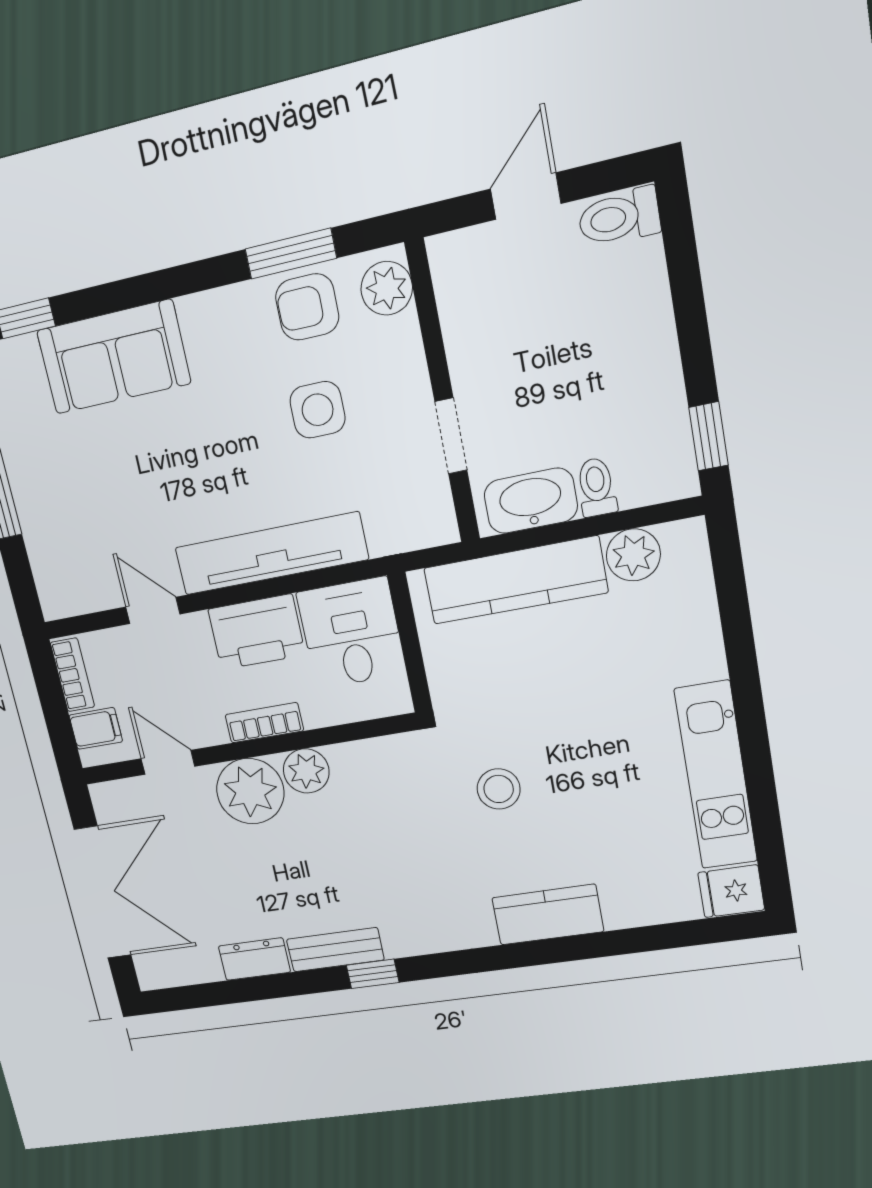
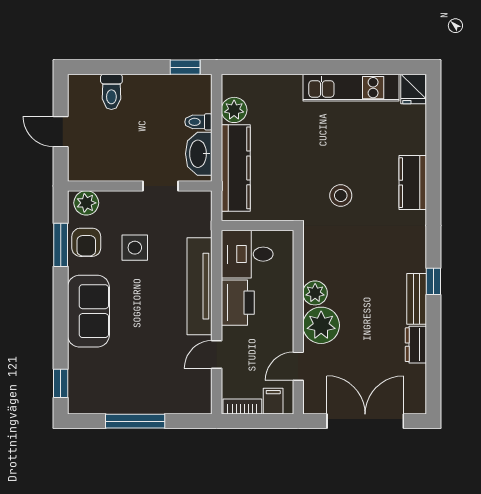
toilet: (619, 217) -> (111, 92), moved
sofa: (114, 357) -> (88, 311), moved
bookcase: (264, 723) -> (286, 309), removed

